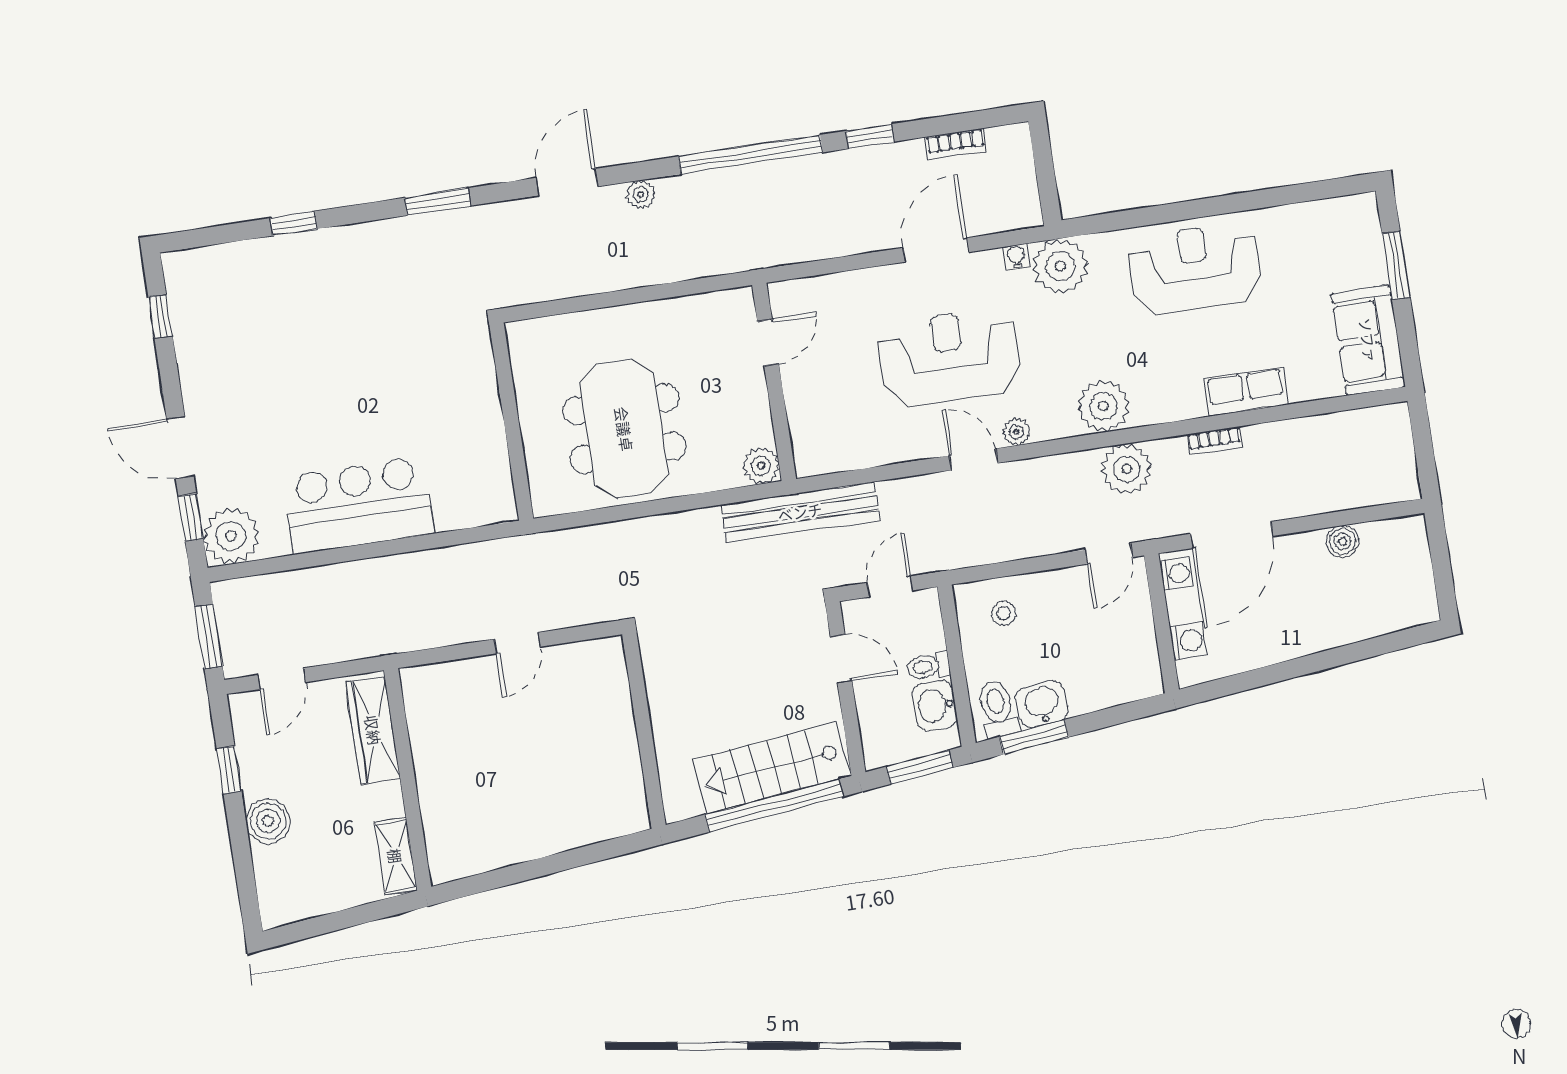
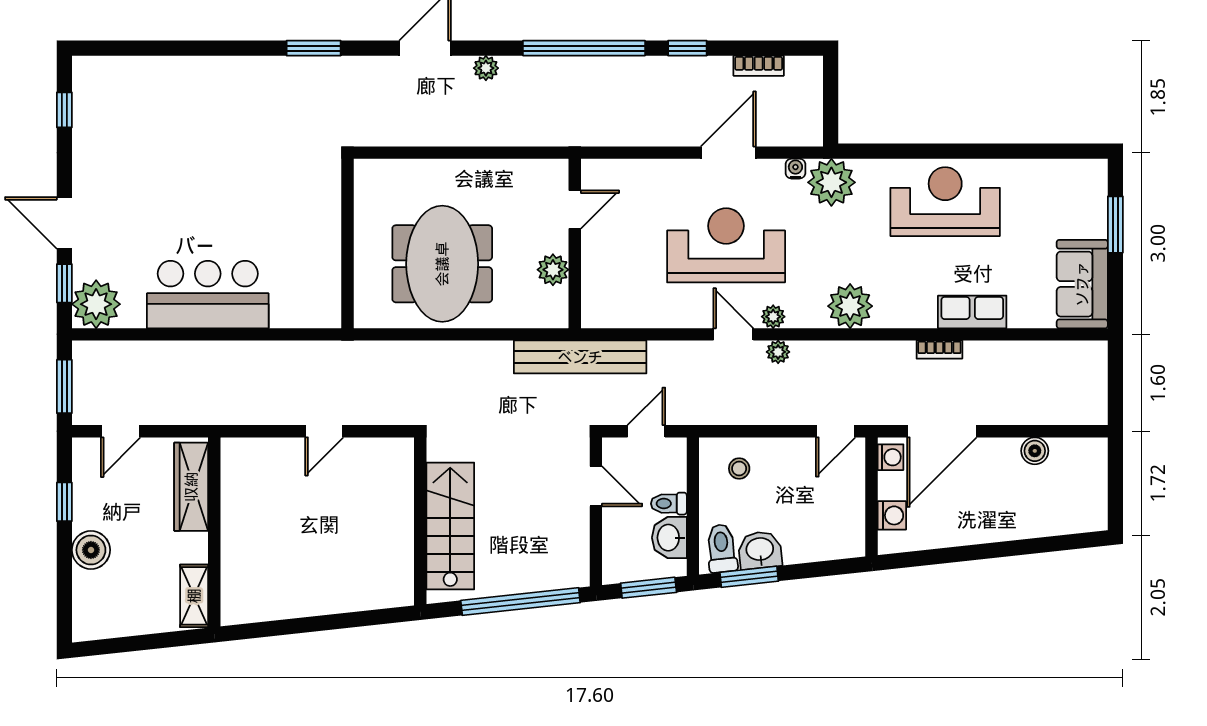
window: (293, 223) -> (189, 48), removed
plant: (761, 466) -> (553, 270), moved
plant: (1127, 469) -> (778, 352), moved, width x0.53, depth x0.53
stairs: (772, 768) -> (450, 526), moved, turned 96

